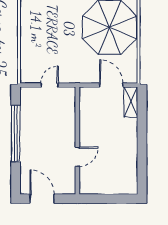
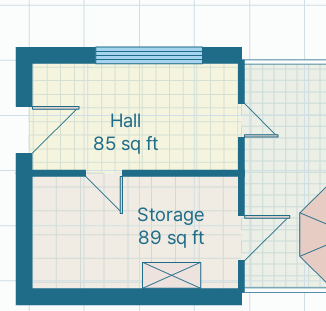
shelving: (131, 102) -> (172, 275), moved
door: (42, 199) -> (24, 130), moved

